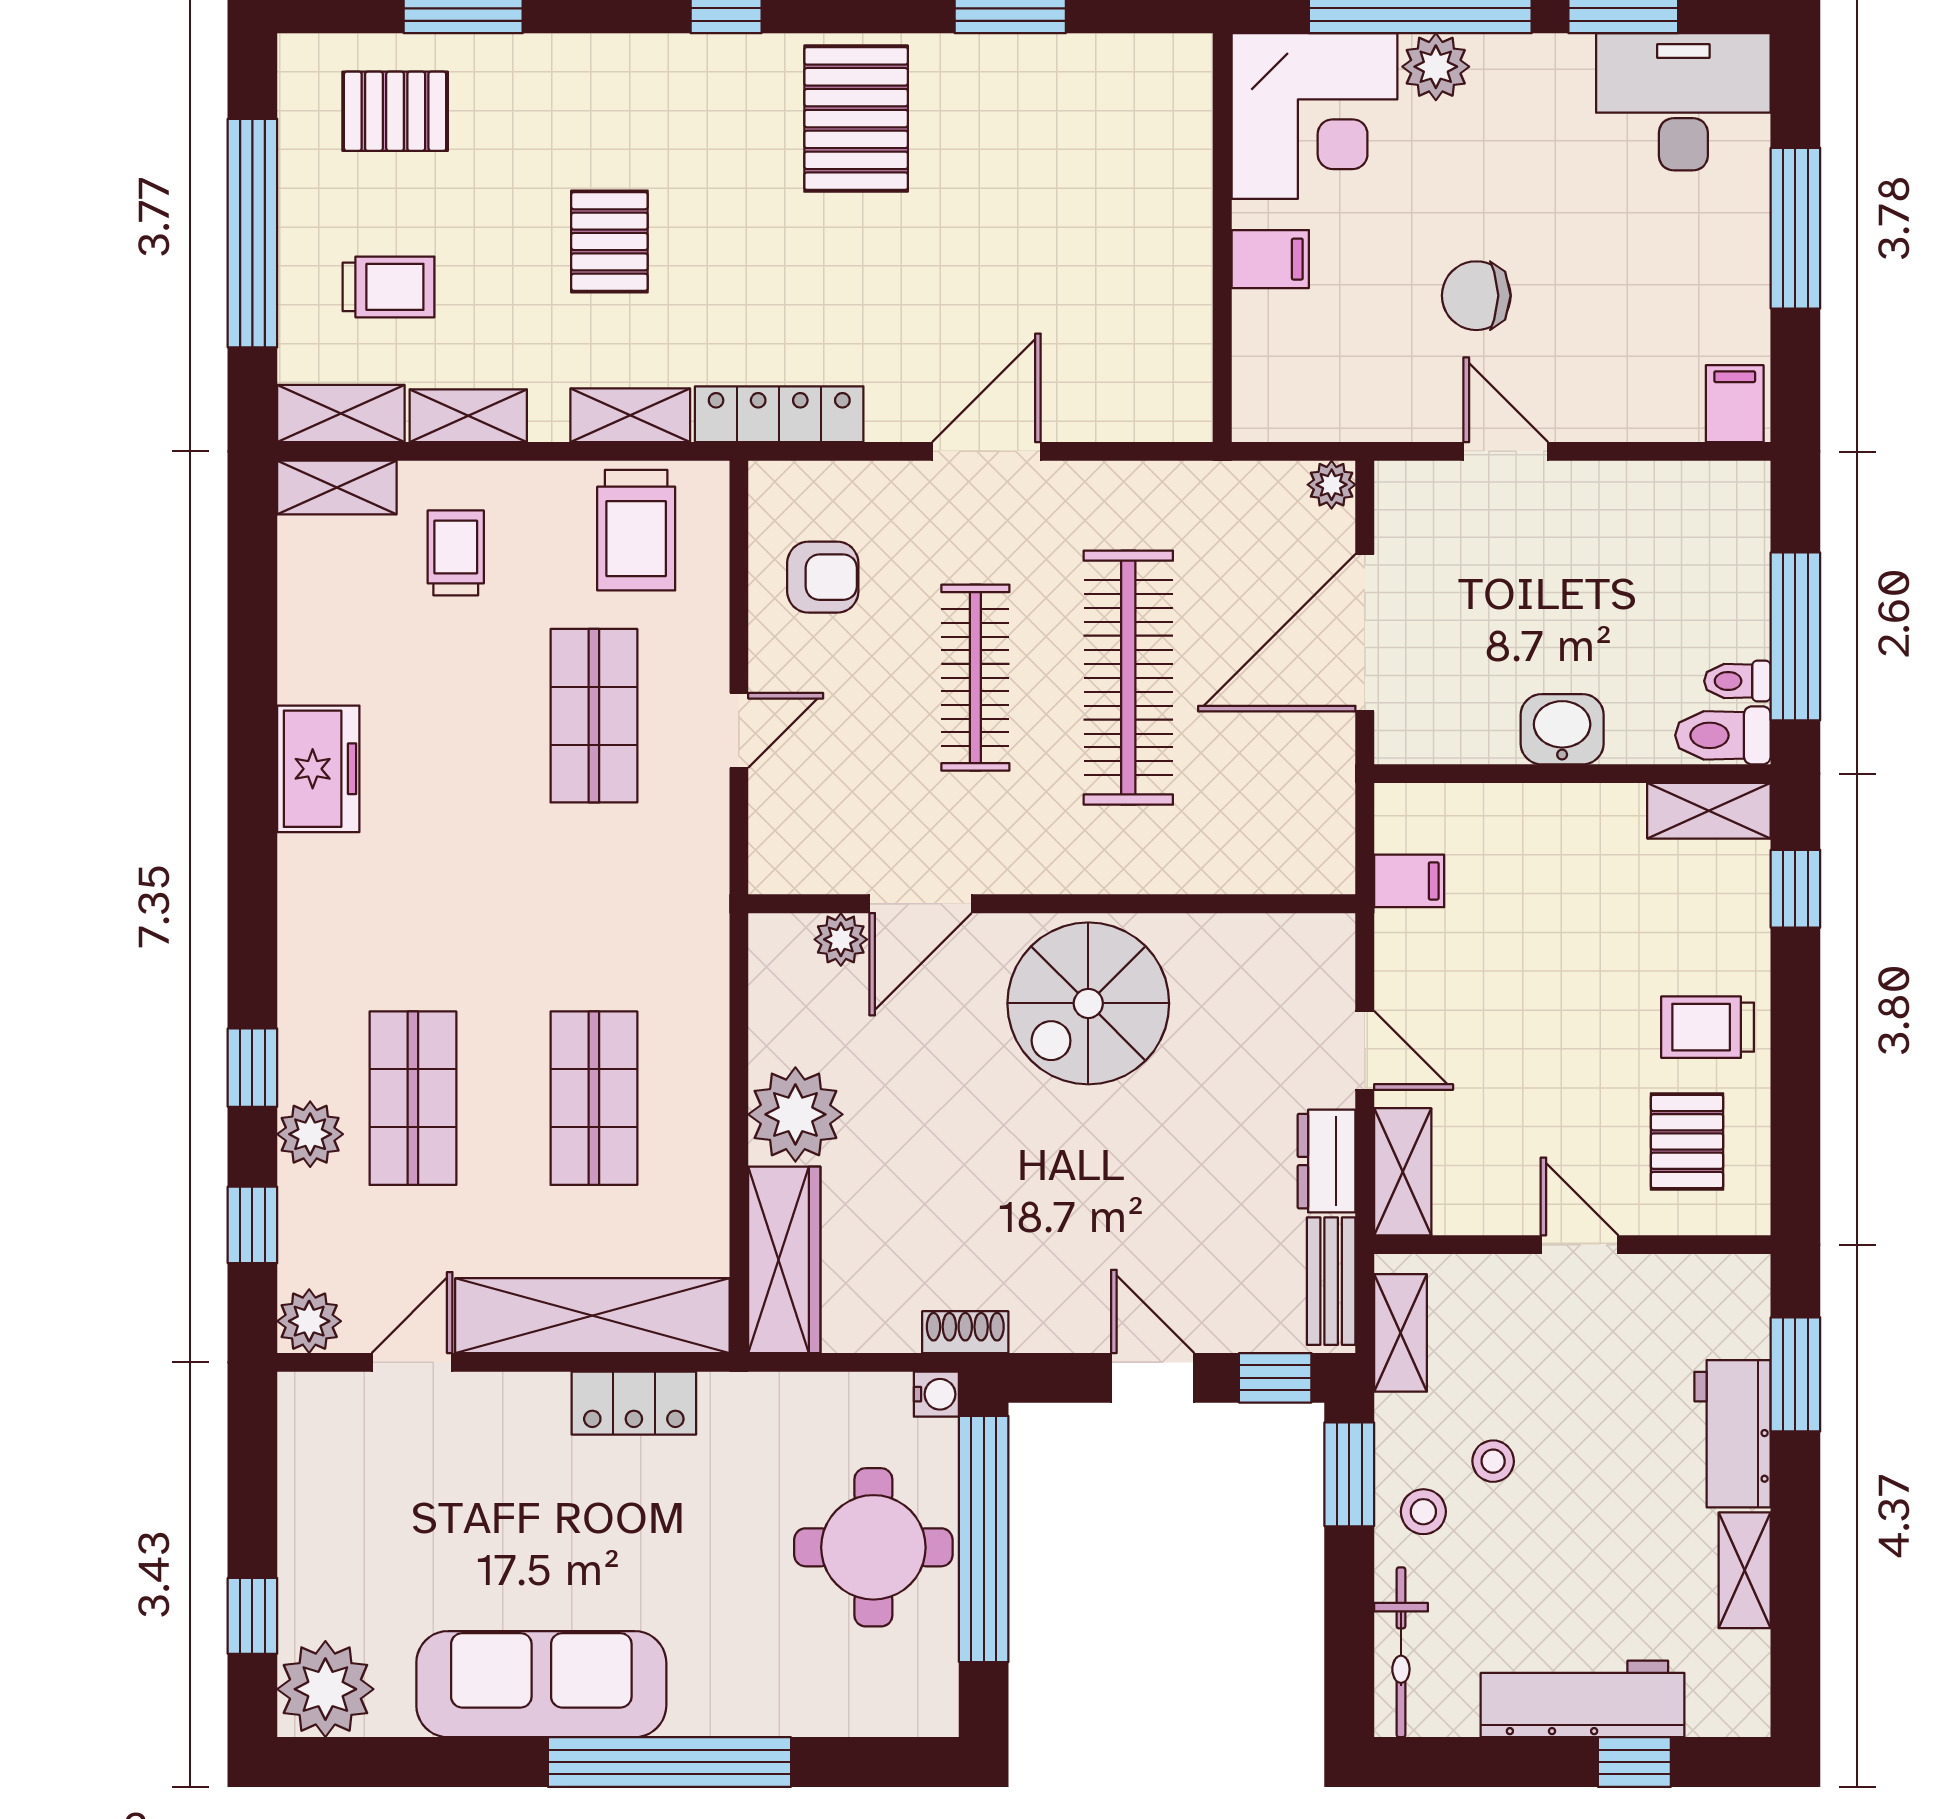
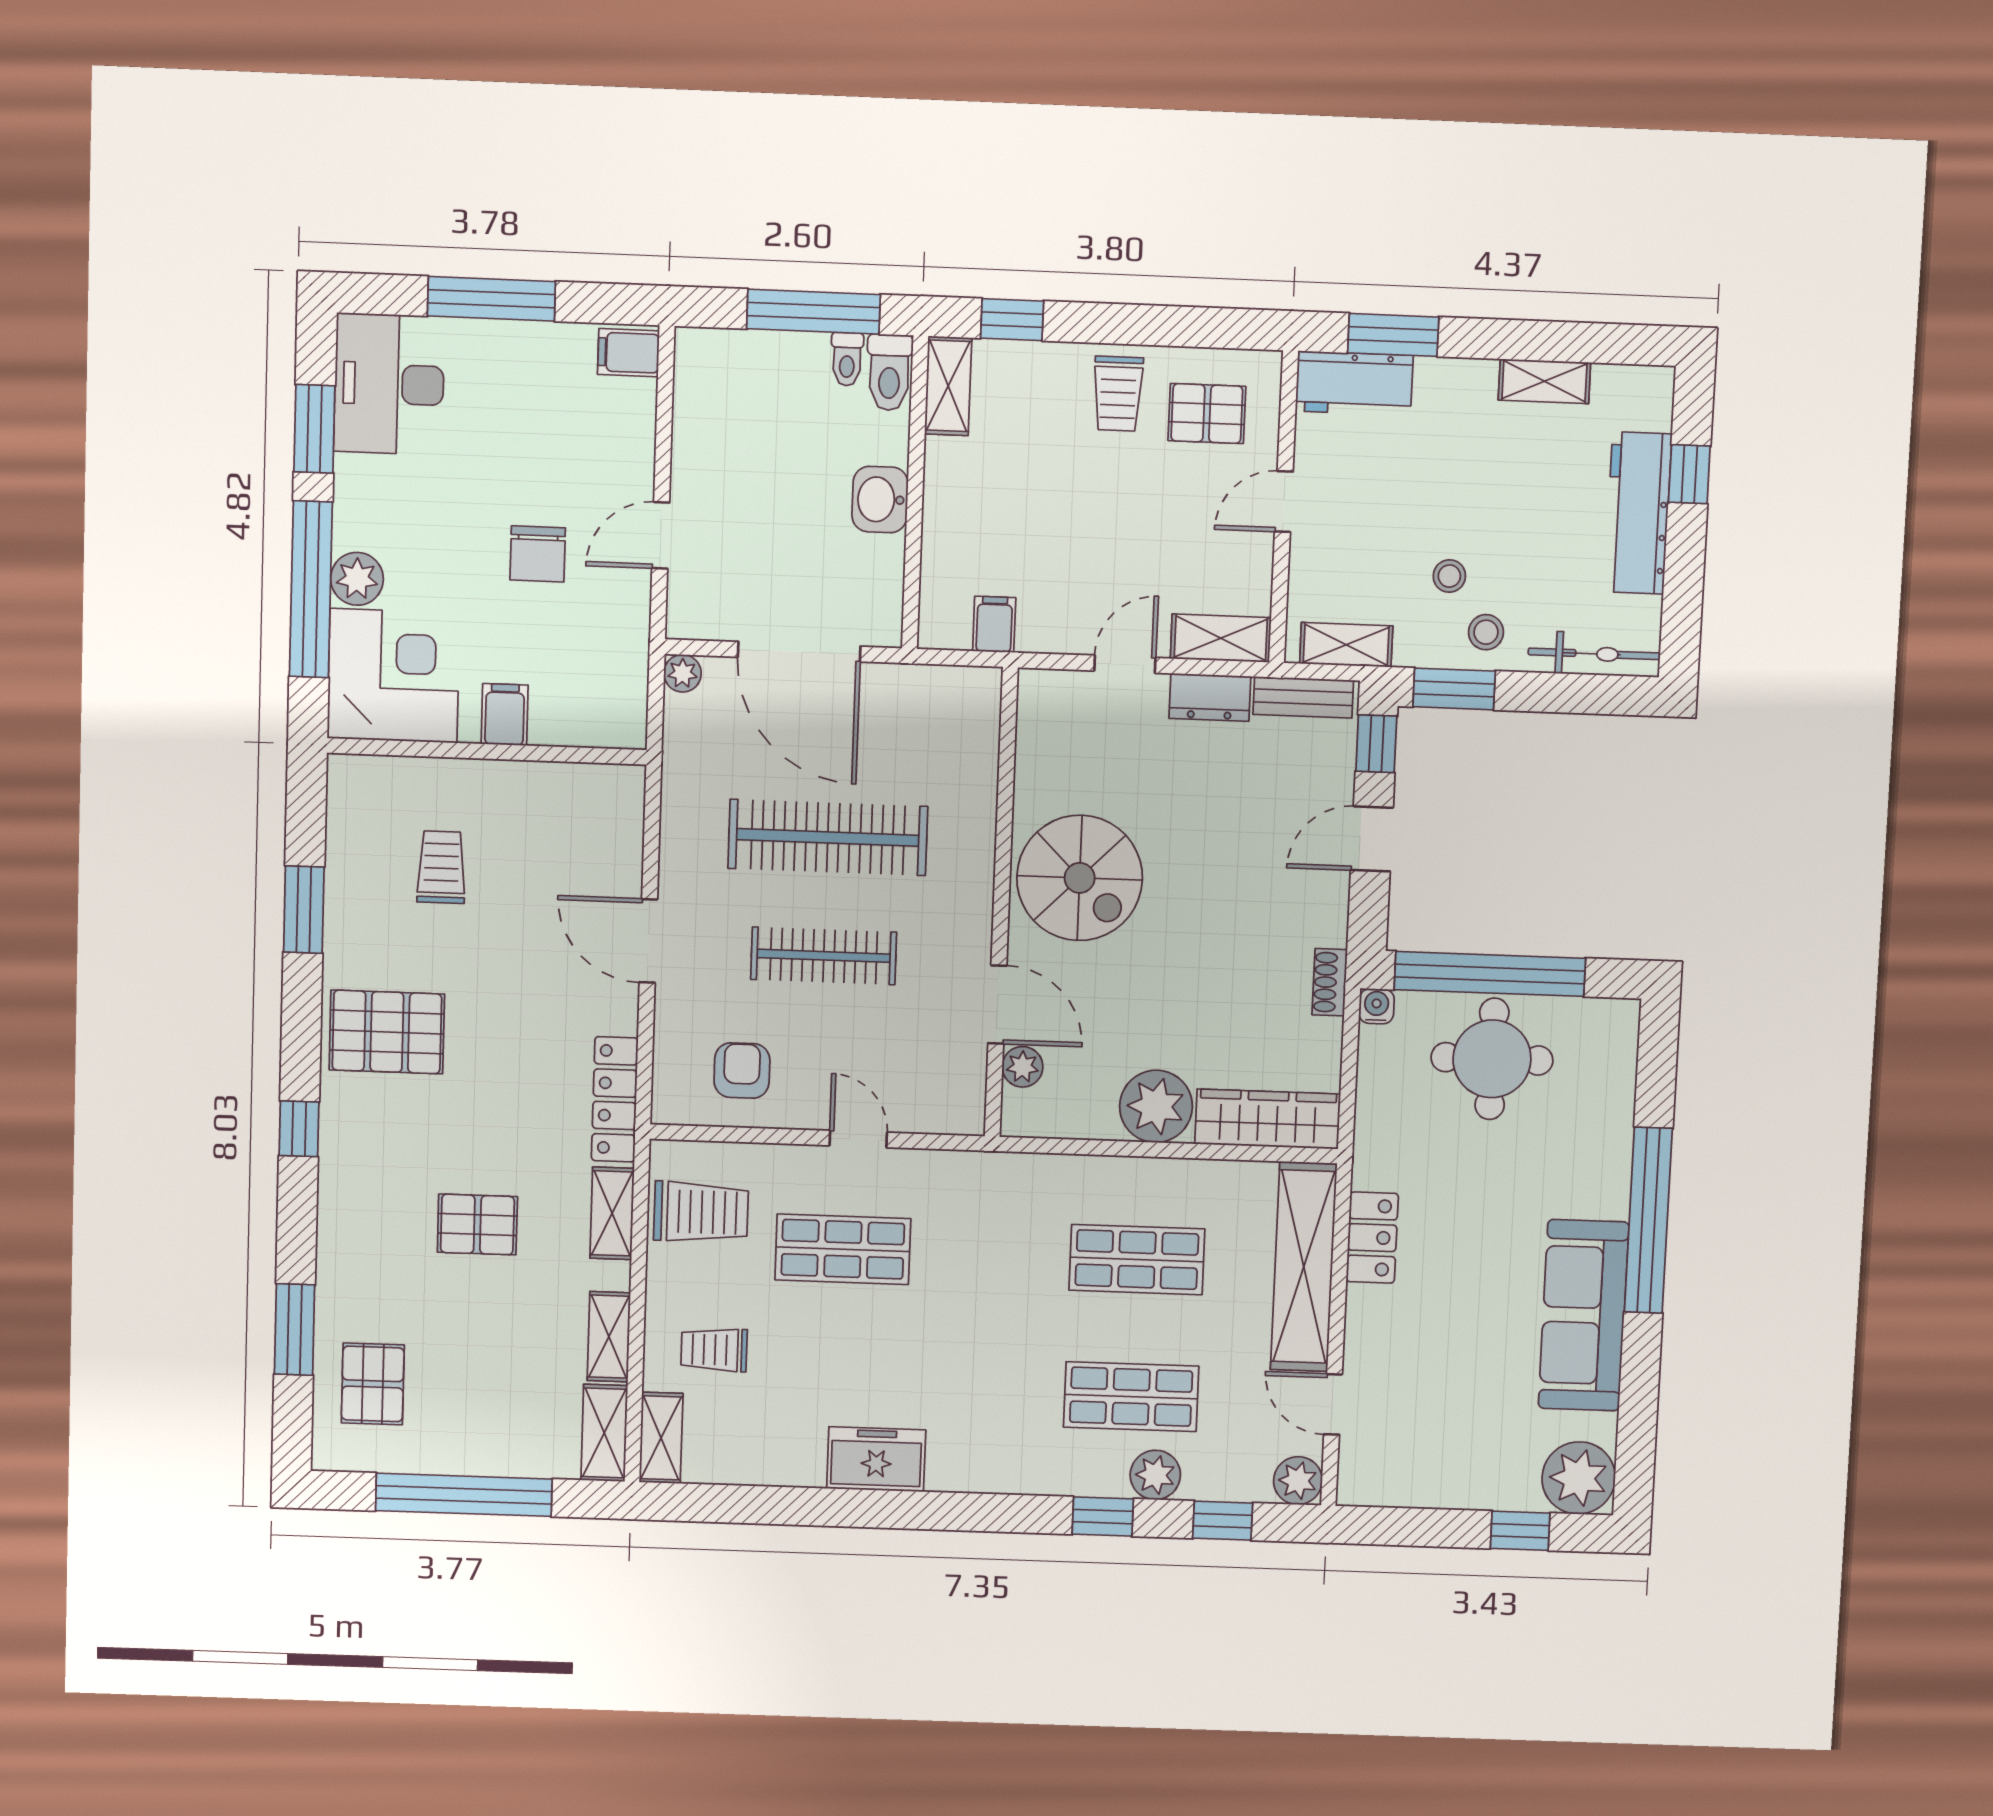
trolley: (389, 287) -> (441, 867), moved
workbench: (1733, 1434) -> (1354, 383), moved

